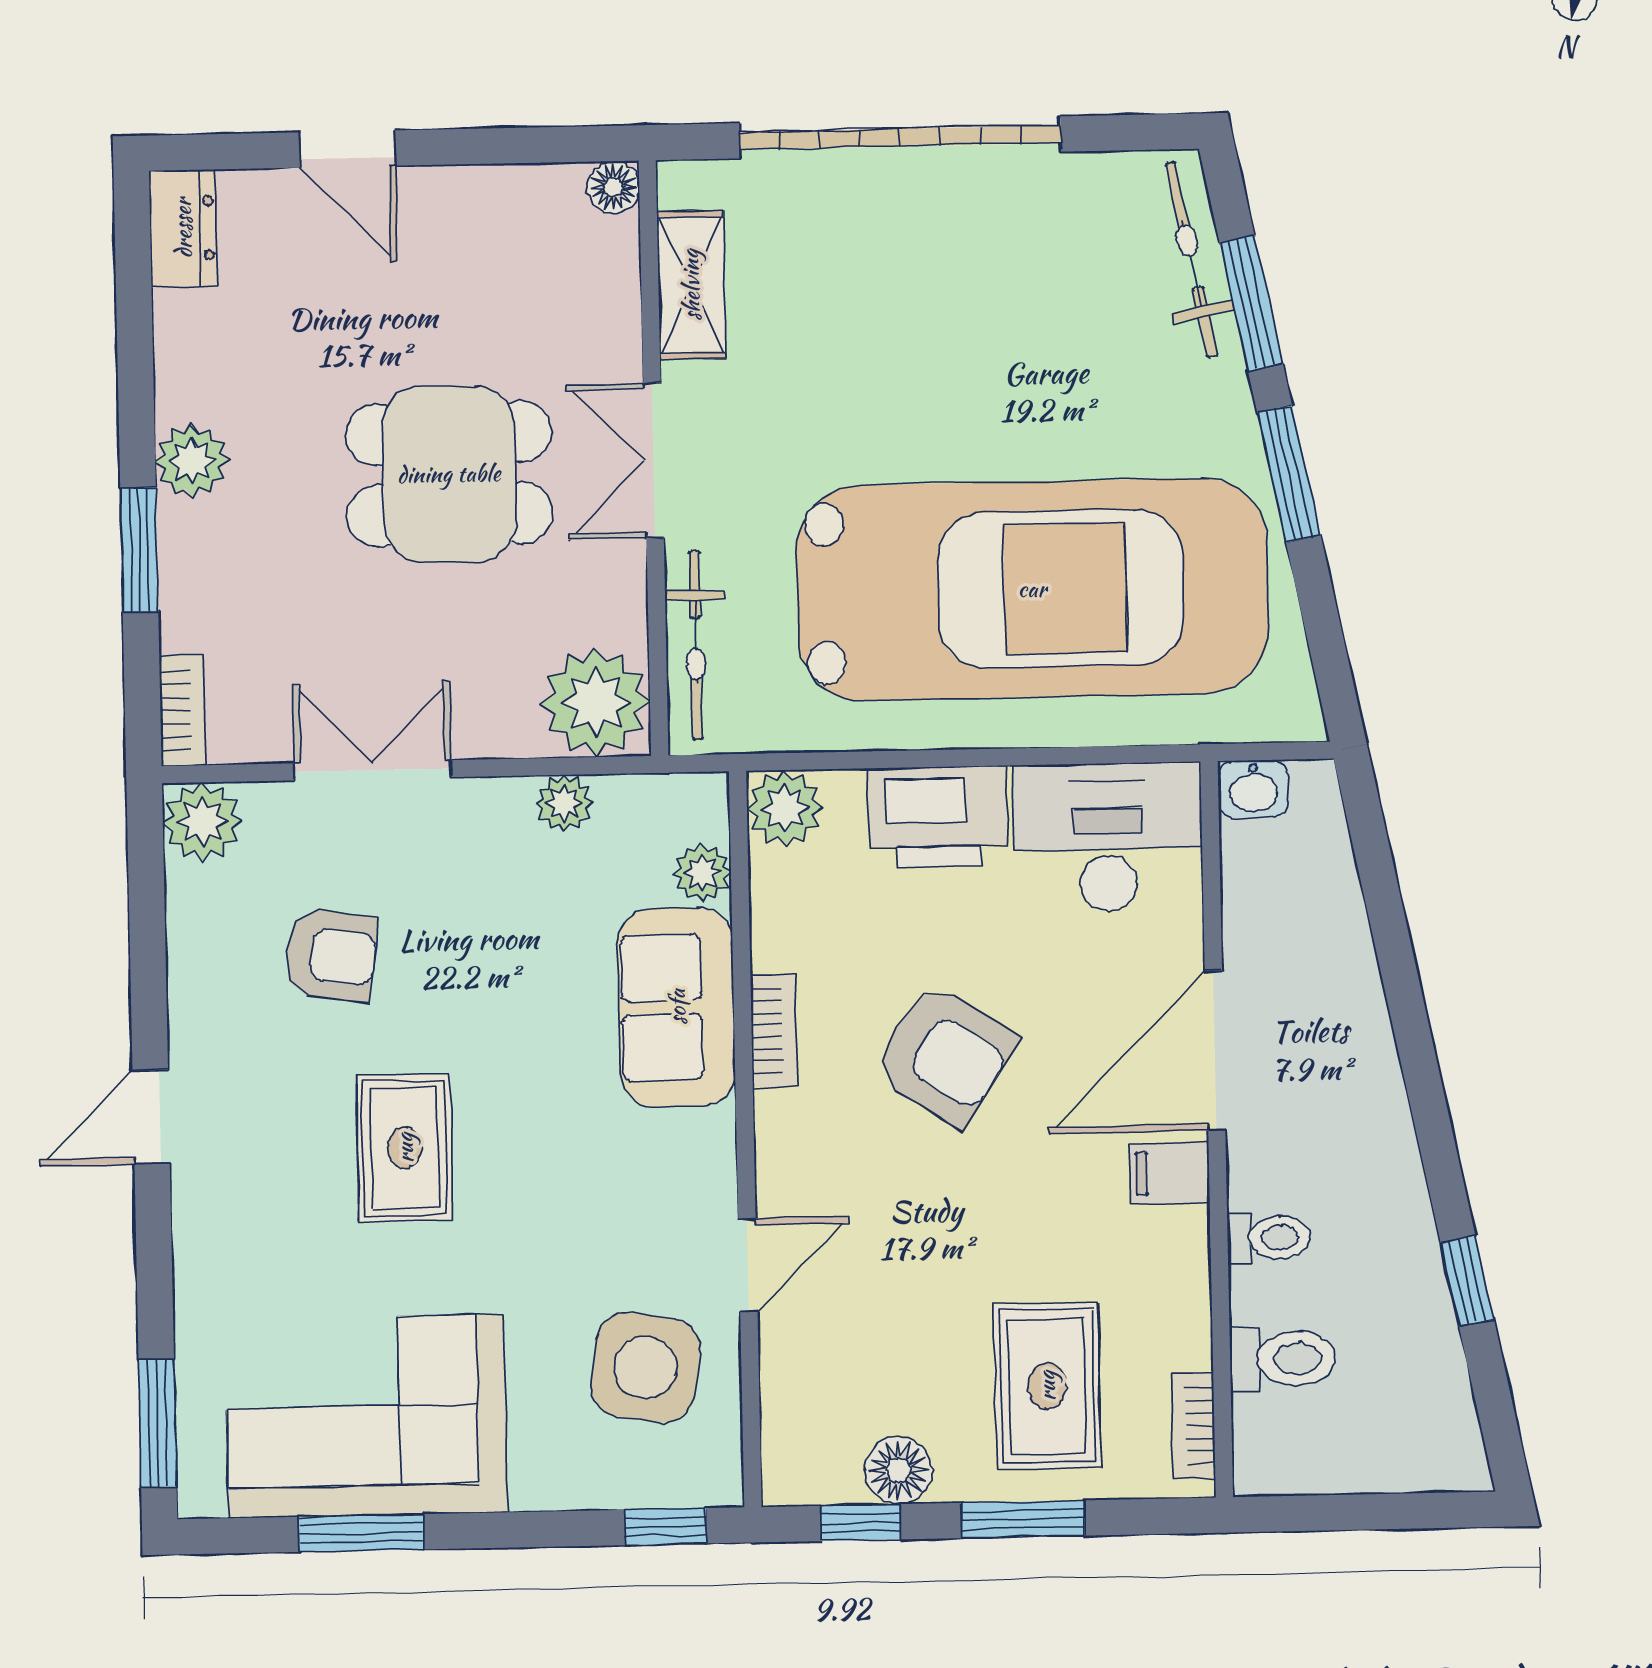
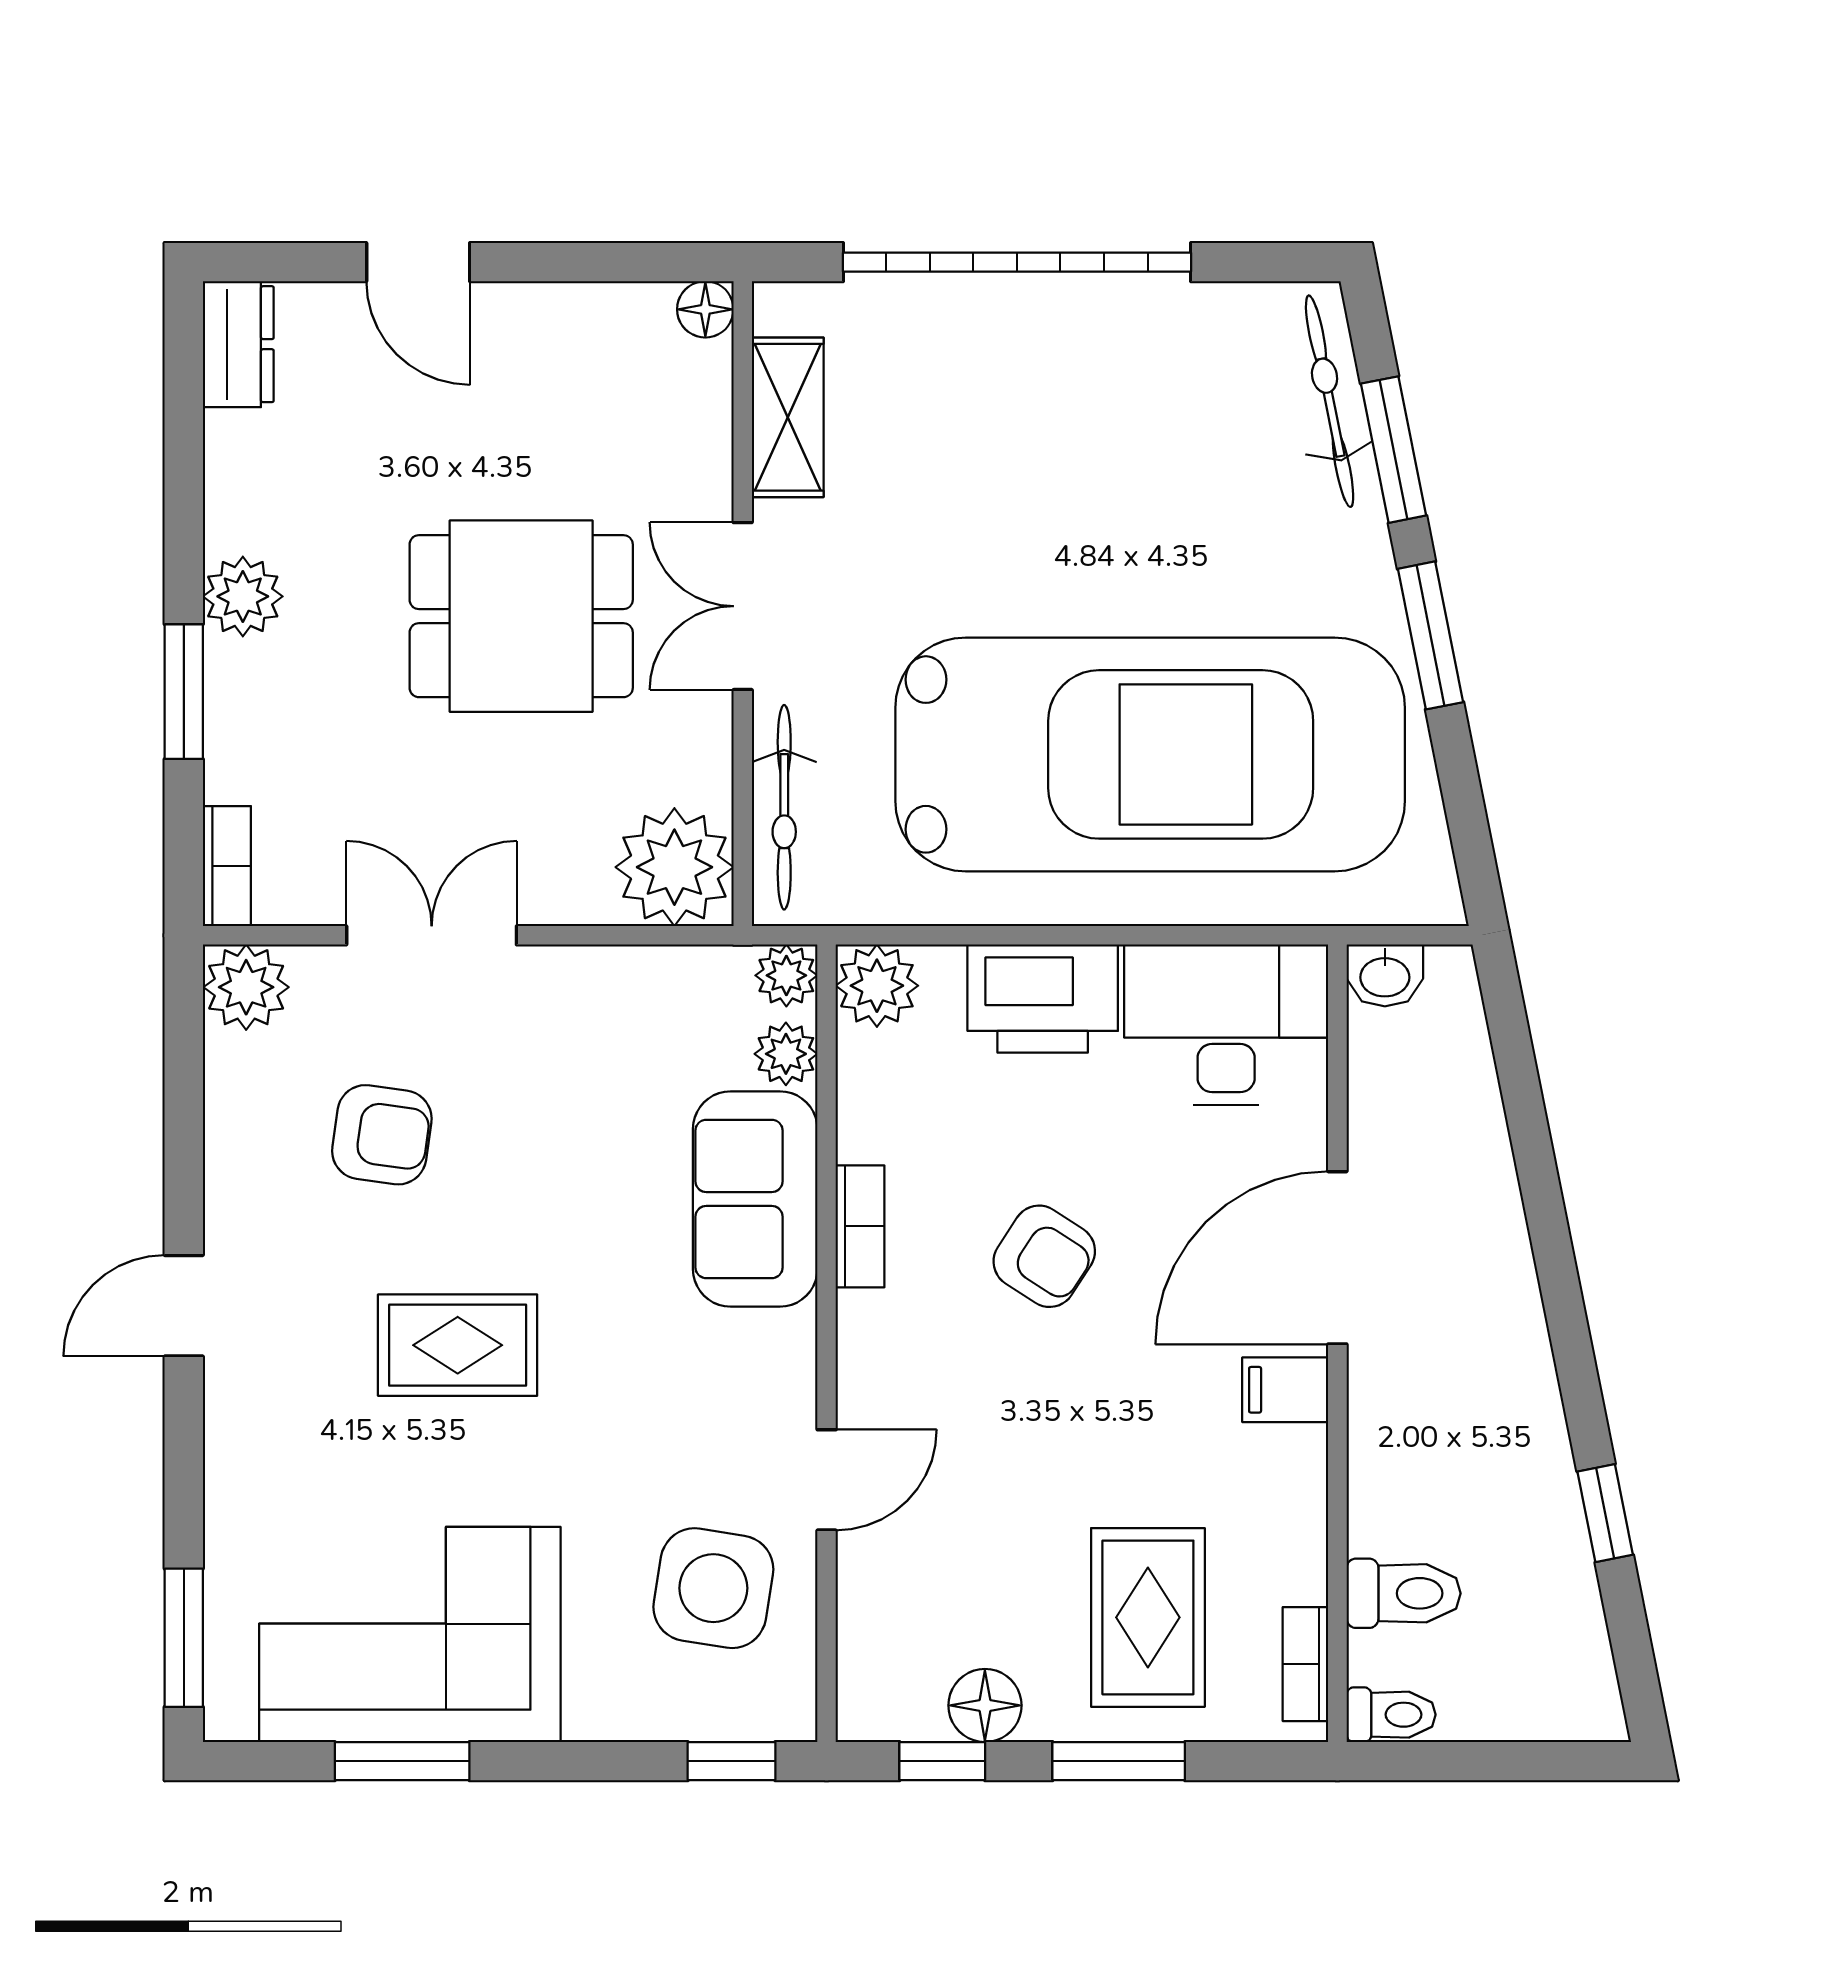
plant: (564, 803) -> (786, 975), moved
armchair: (945, 1055) -> (1044, 1256), width x0.72, depth x0.72
rug: (405, 1148) -> (458, 1345), turned 90
toilet: (1269, 1238) -> (1391, 1715), moved

